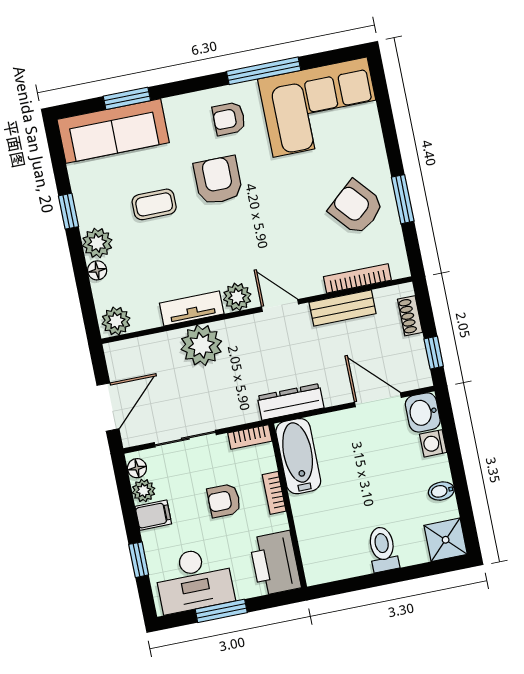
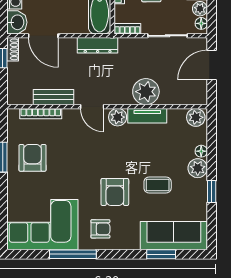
armchair: (356, 207) -> (33, 158), turned -139
shoe rack: (410, 316) -> (13, 49), moved

